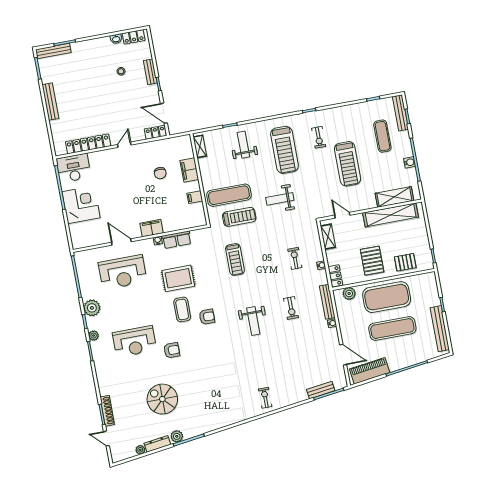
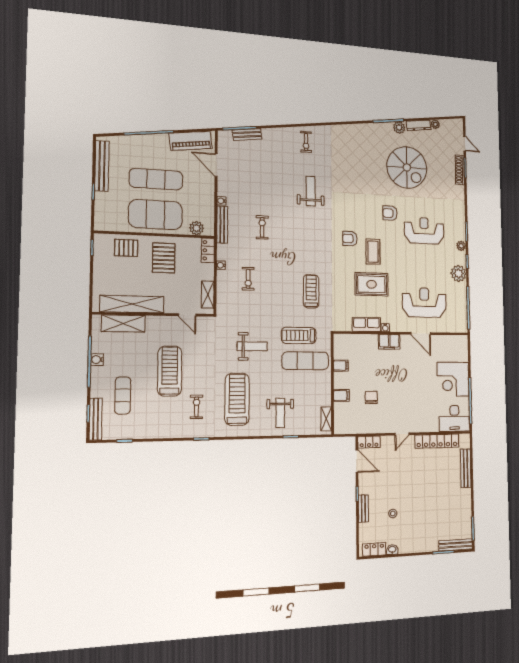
bench: (50, 102) -> (466, 468), moved
filing cabinet: (189, 170) -> (341, 396), width x0.50
weight bench: (253, 321) -> (311, 191), moved
spiral stairs: (162, 399) -> (407, 167), width x1.37, depth x1.37

